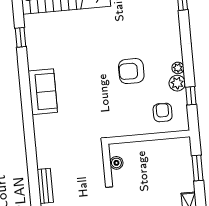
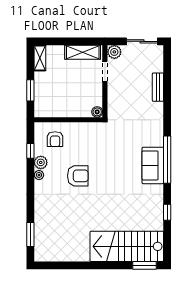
window: (26, 100) -> (167, 160), added
boiler: (116, 163) -> (97, 112), moved

